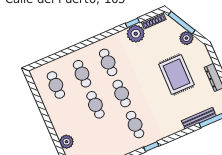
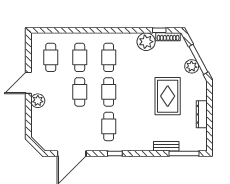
window: (132, 23) -> (159, 30), moved
window: (182, 23) -> (198, 59), moved
door: (46, 117) -> (28, 83), added
bench: (199, 118) -> (166, 146), width x0.73
plant: (67, 142) -> (38, 101), moved

